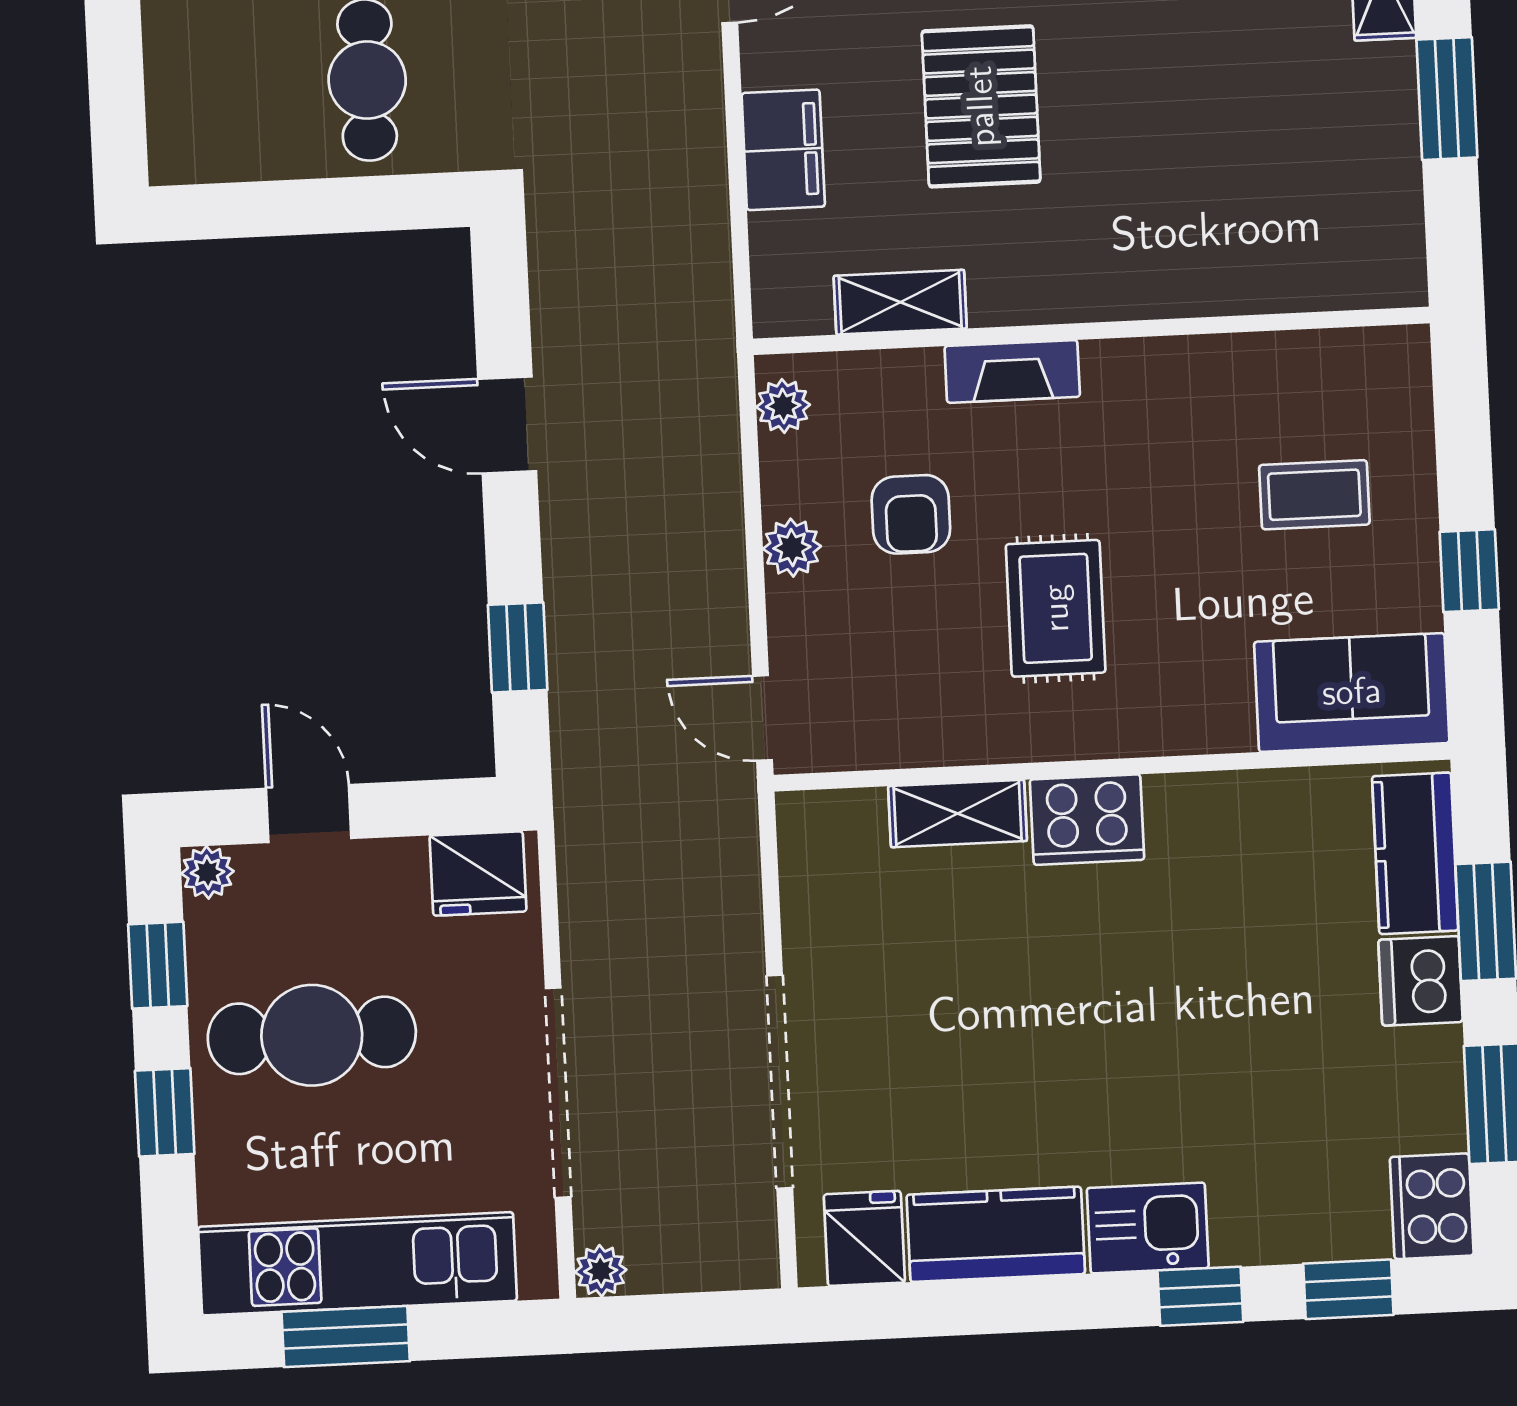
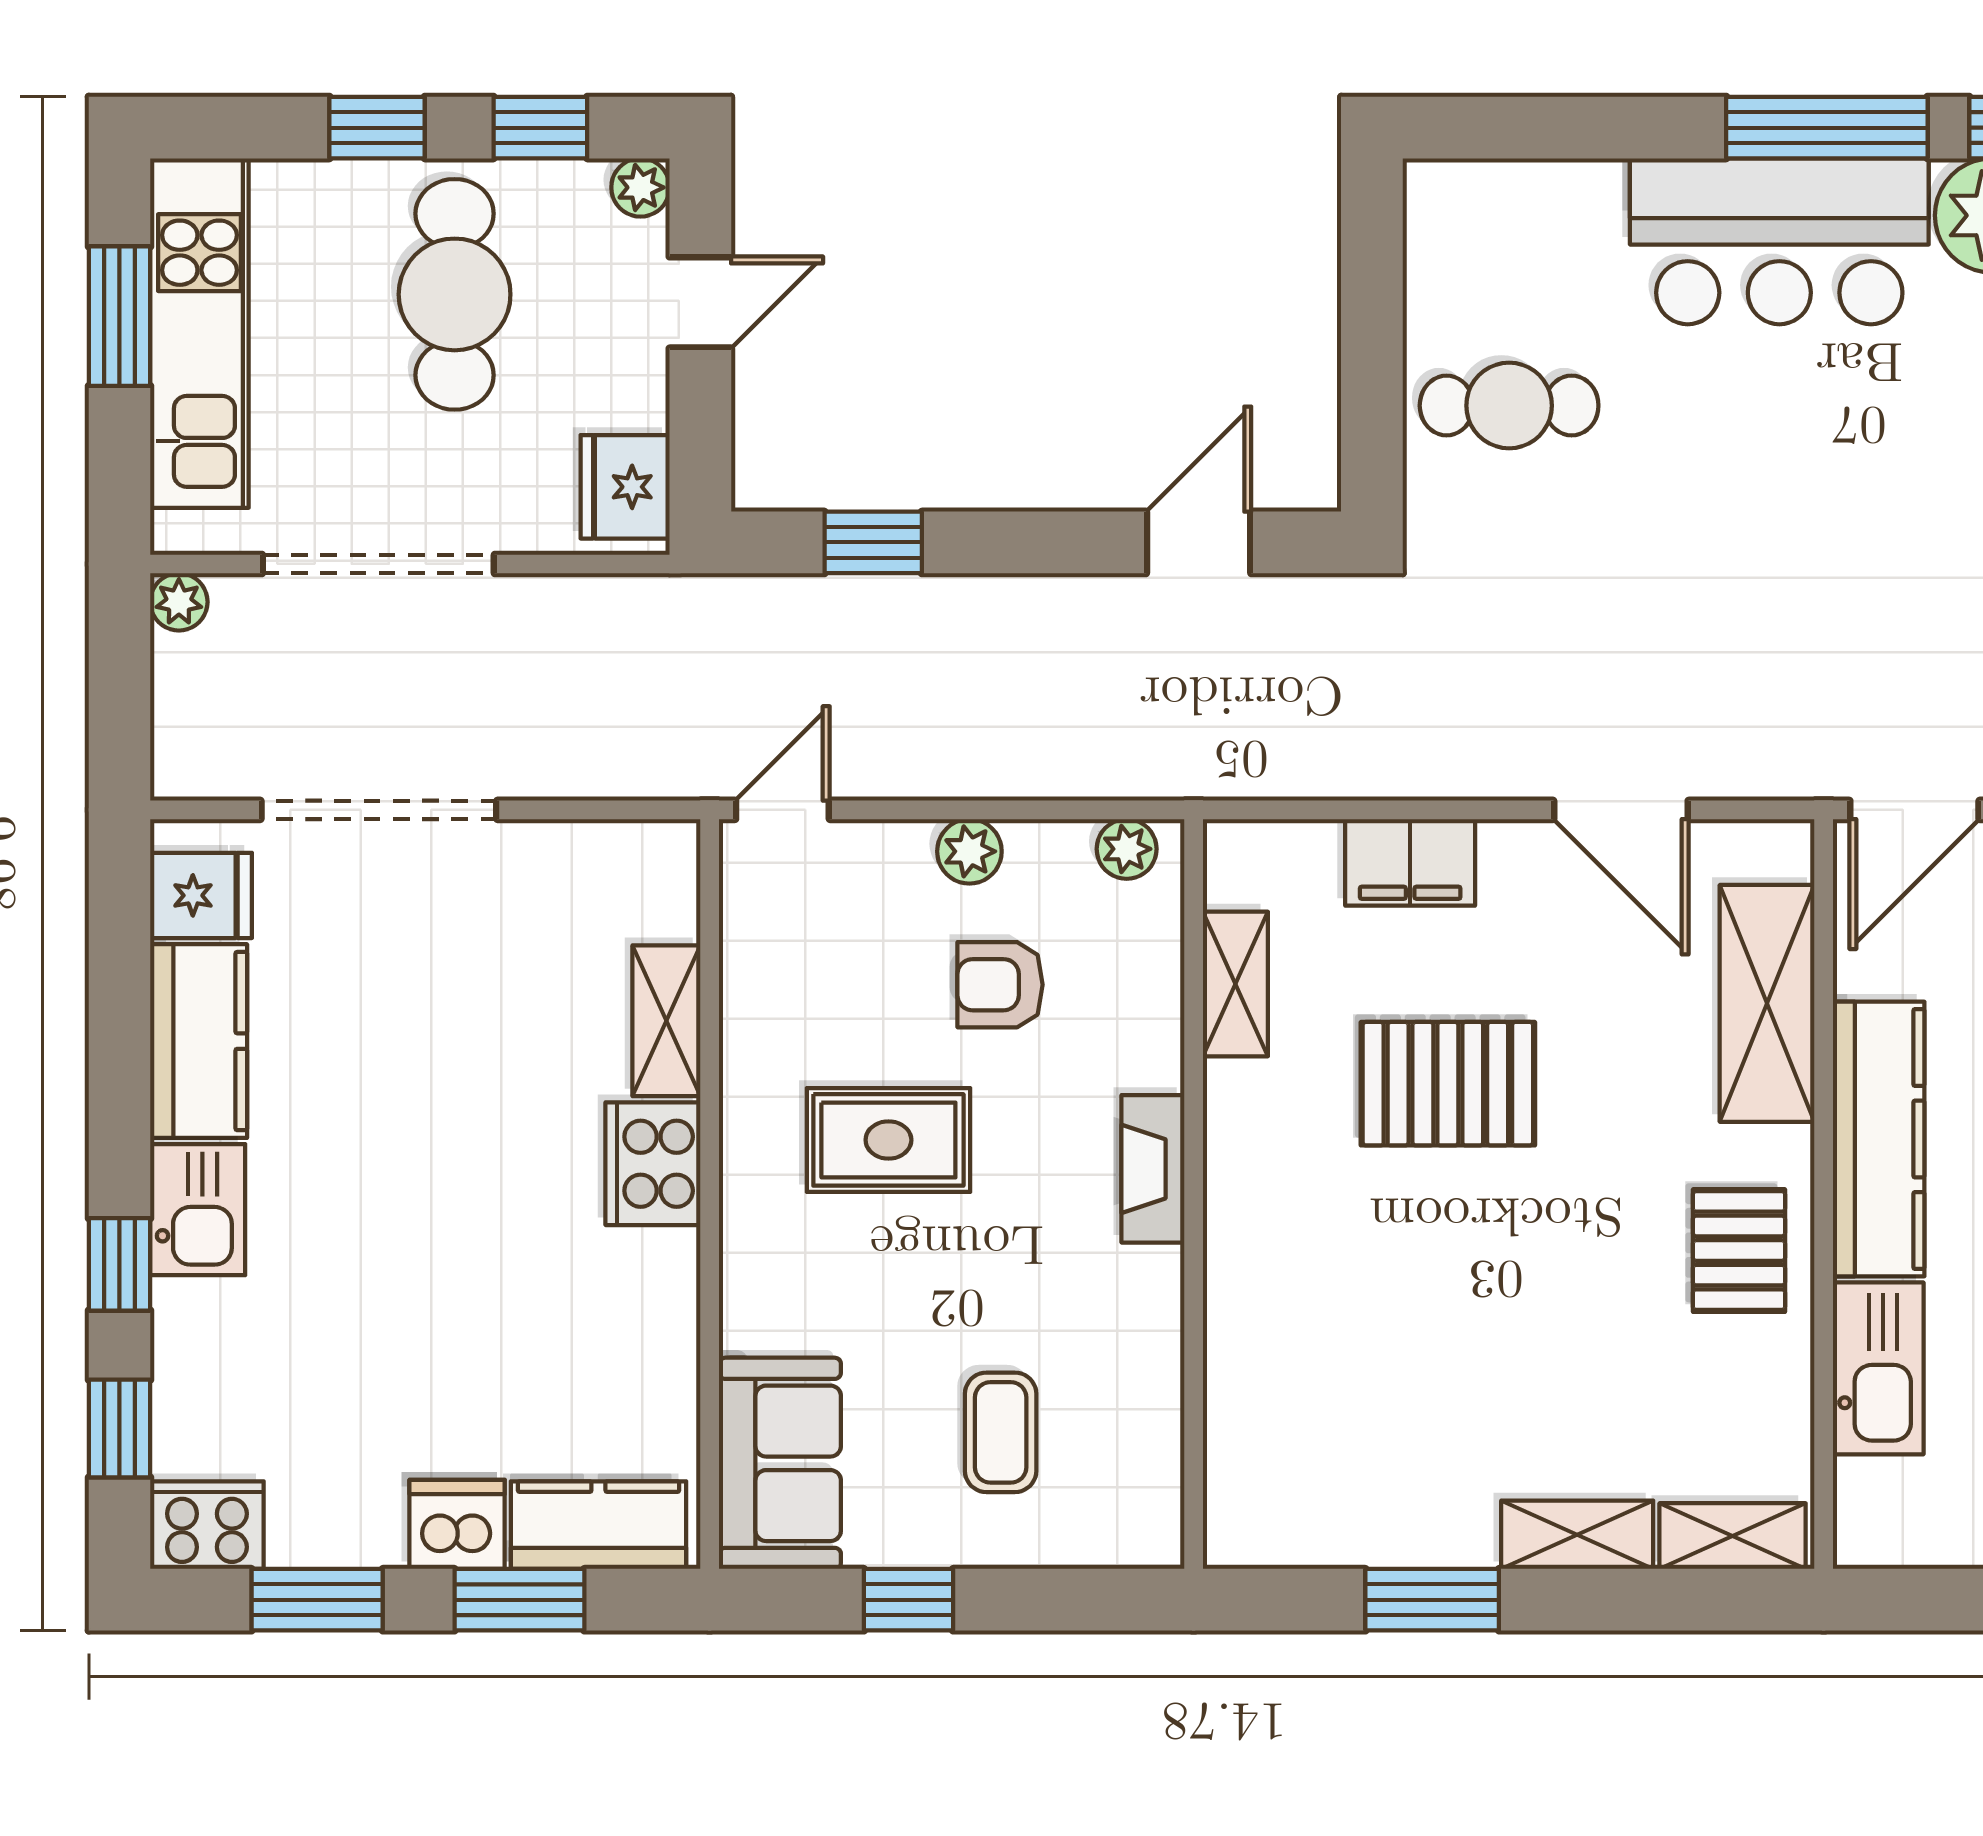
fireplace: (1012, 371) -> (1153, 1169), moved
door: (507, 425) -> (1199, 542), moved

